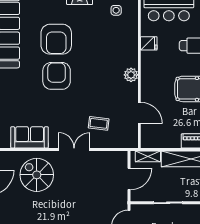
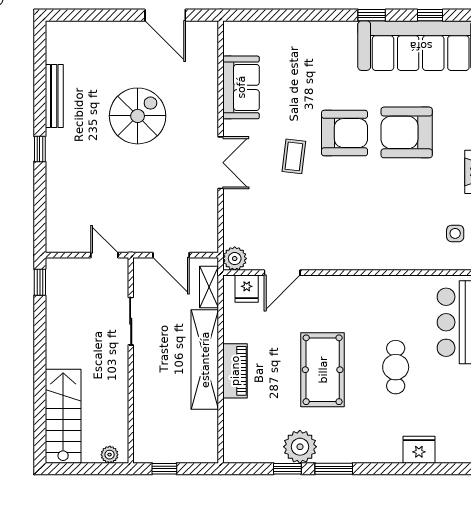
fridge: (149, 43) -> (247, 289), moved
plant: (131, 75) -> (235, 259), moved
coffee table: (99, 123) -> (294, 156), moved
spiral stairs: (37, 175) -> (138, 116), moved

